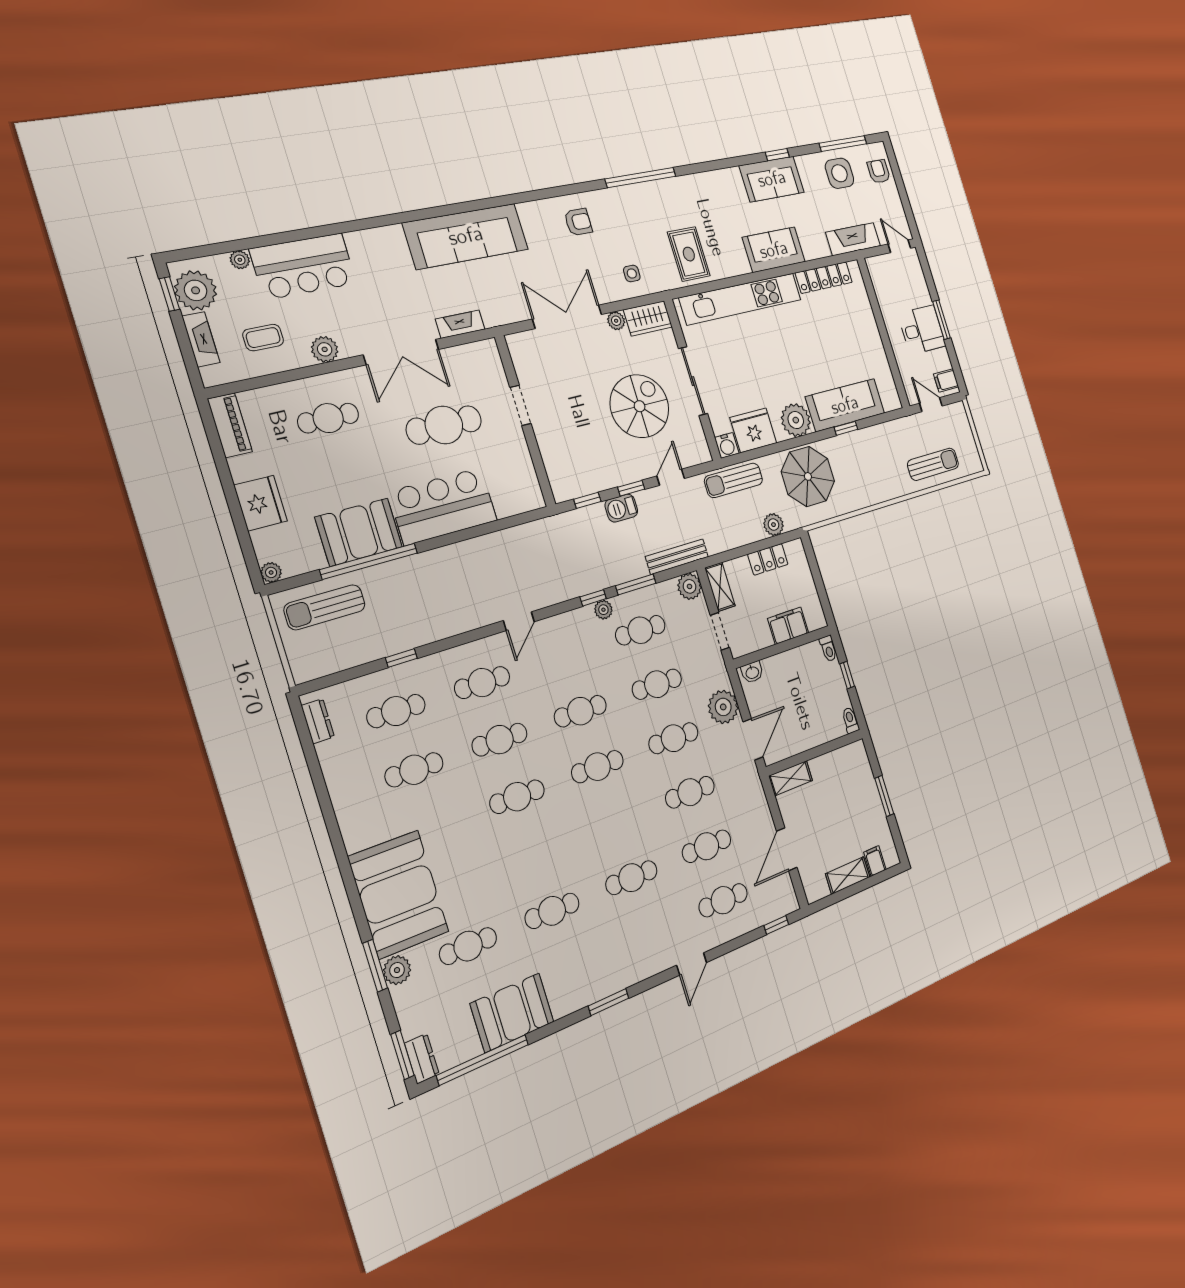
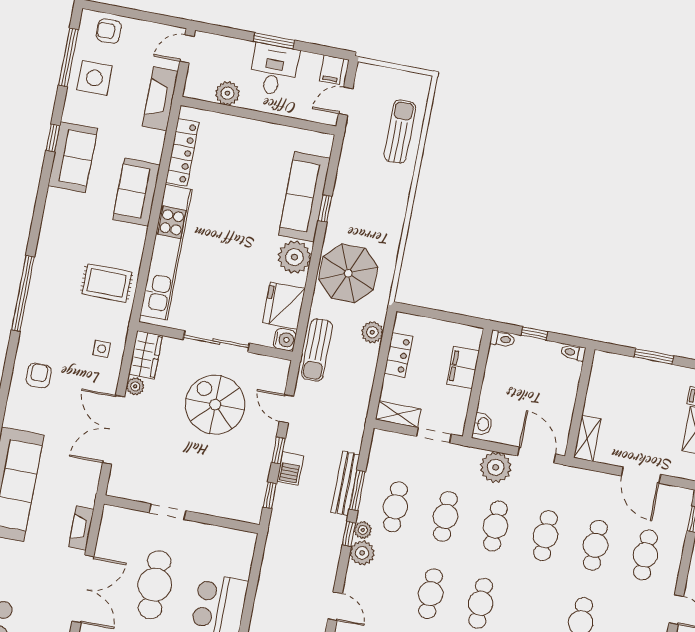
plant: (886, 297) -> (227, 93), added
bench: (677, 557) -> (345, 483), moved
plant: (690, 586) -> (362, 553), moved

